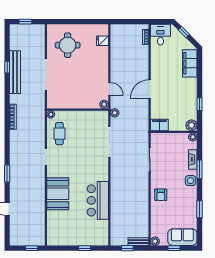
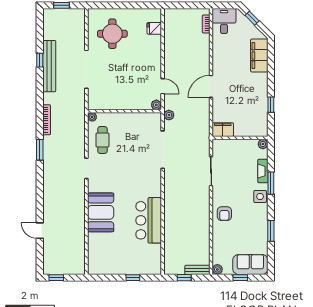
plant: (192, 125) -> (261, 130), removed
window: (7, 173) -> (40, 150), moved
window: (32, 248) -> (56, 278), moved

